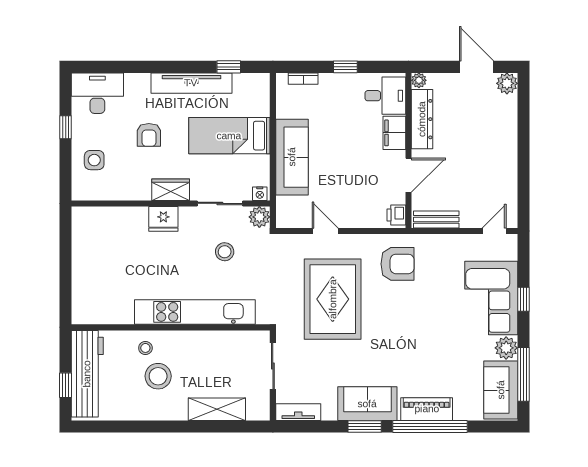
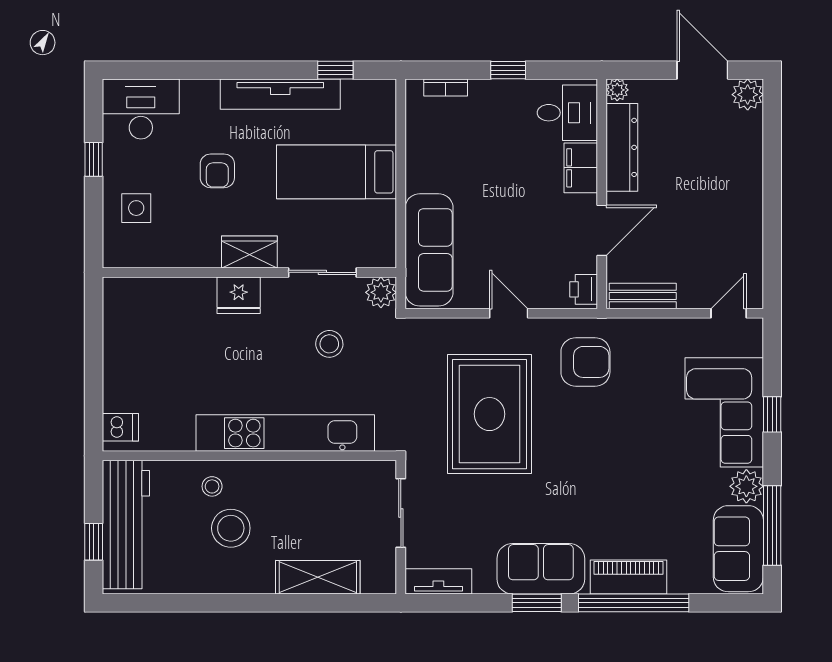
sofa: (292, 157) -> (429, 250), moved
nightstand: (260, 194) -> (381, 258), removed
door: (325, 231) -> (509, 313), moved
dishwasher: (84, 308) -> (120, 427), added

